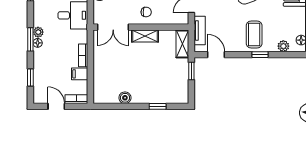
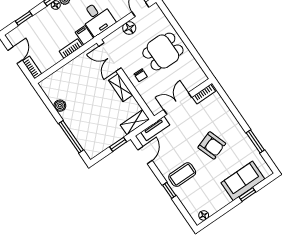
plant: (283, 46) -> (189, 205), removed
filing cabinet: (80, 74) -> (84, 35), moved
window: (158, 106) -> (71, 137), width x2.17

